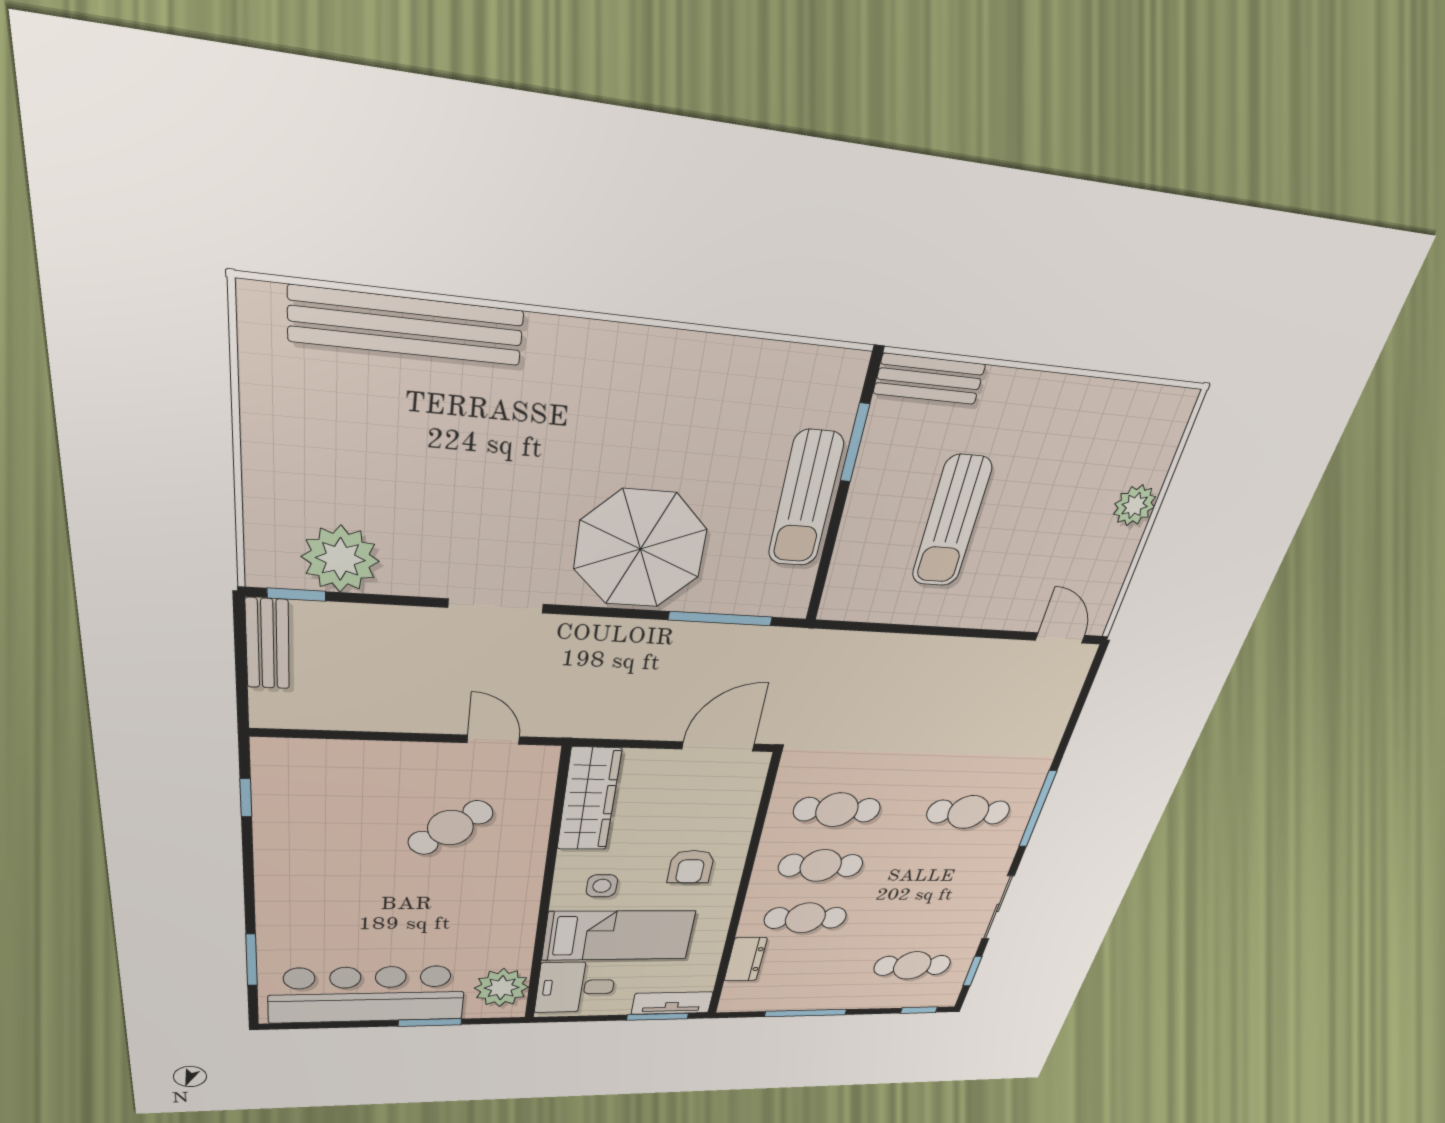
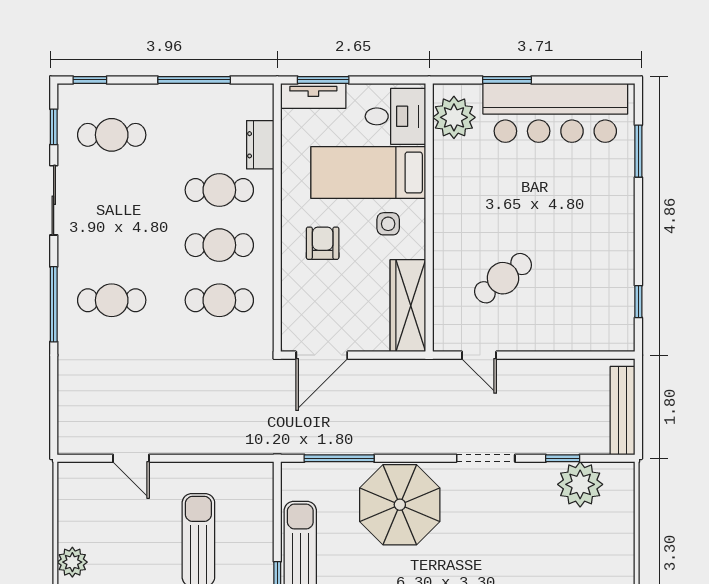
window: (297, 595) -> (563, 458), moved
door: (1060, 638) -> (131, 458), moved
bench: (268, 644) -> (623, 411), width x1.36

